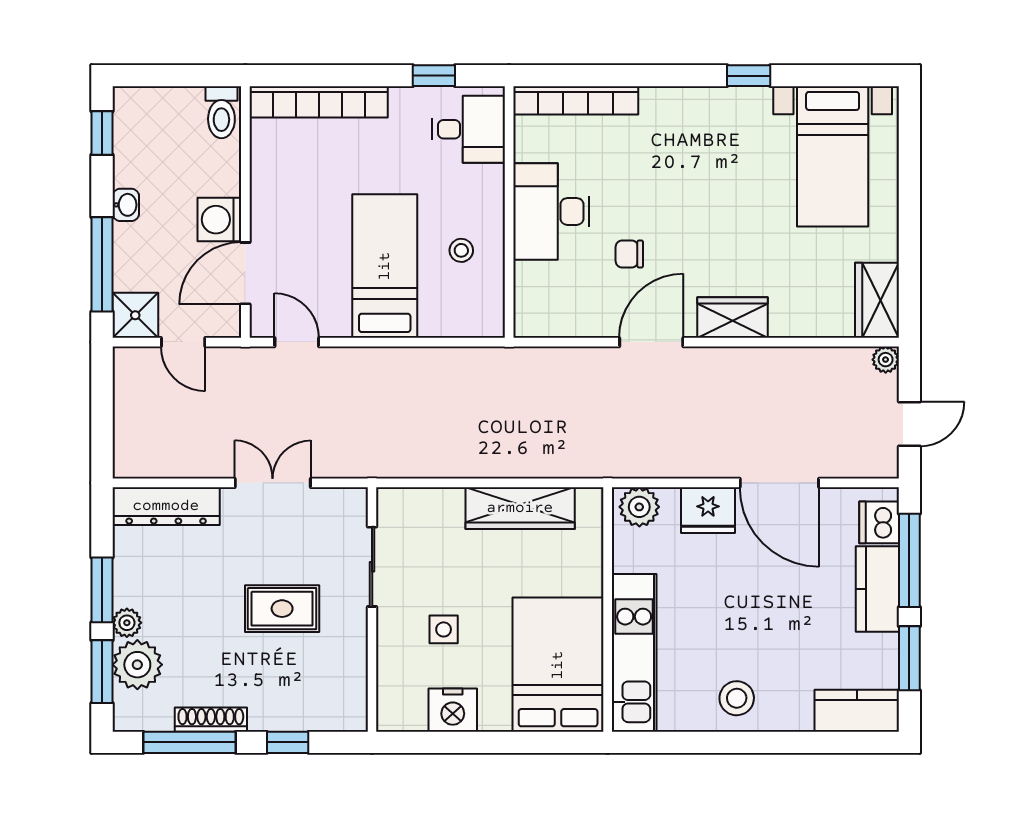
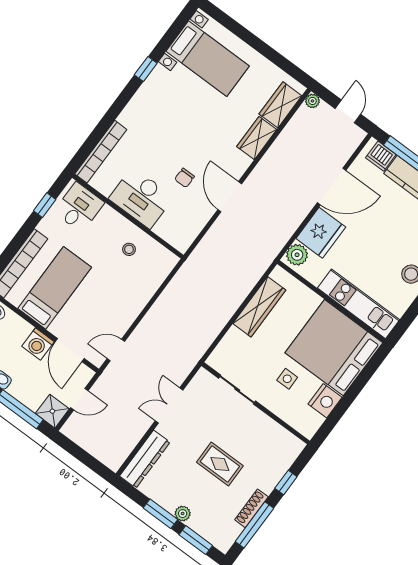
bed: (385, 266) -> (55, 288), moved, turned 90
wardrobe: (877, 300) -> (280, 105), moved, turned 90
wardrobe: (733, 318) -> (257, 138), moved
fridge: (708, 510) -> (321, 233), width x1.36, depth x1.34
rug: (282, 609) -> (220, 464), moved, turned 90
plant: (137, 665) -> (204, 522), removed
bed: (558, 665) -> (334, 348), width x1.36

